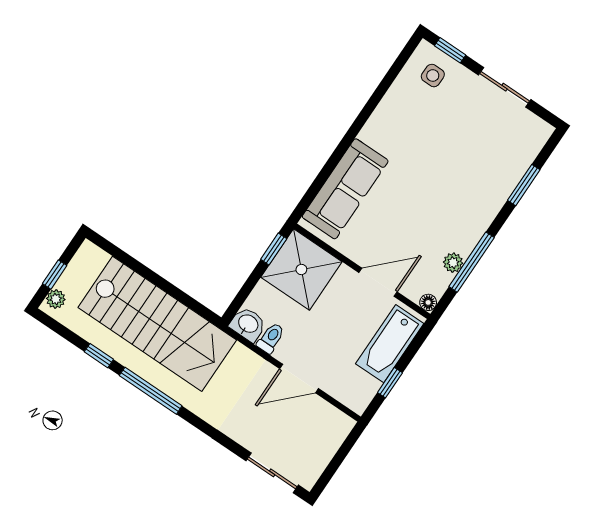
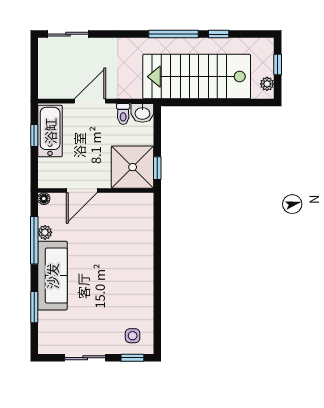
sofa: (345, 189) -> (52, 276), moved, turned 180
plant: (56, 299) -> (267, 84), moved
bathtub: (390, 344) -> (50, 131), moved

